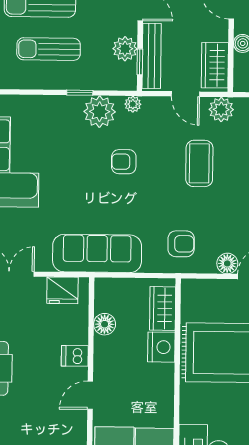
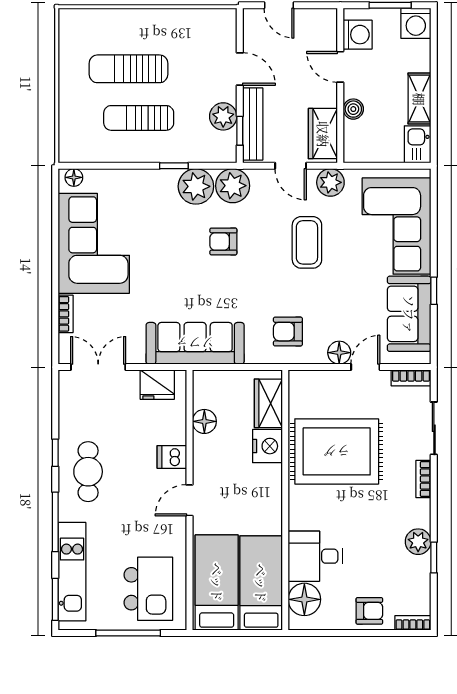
plant: (133, 104) -> (233, 186), width x1.88, depth x1.88
armchair: (181, 244) -> (288, 332), turned 180

